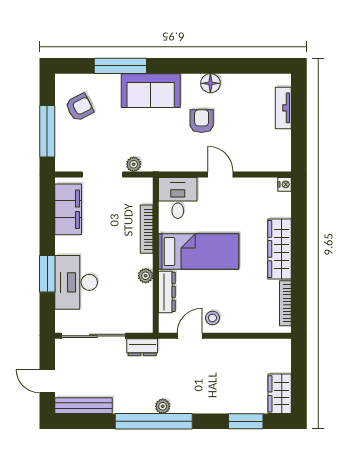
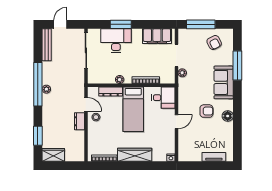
dresser: (142, 347) -> (79, 121), moved

